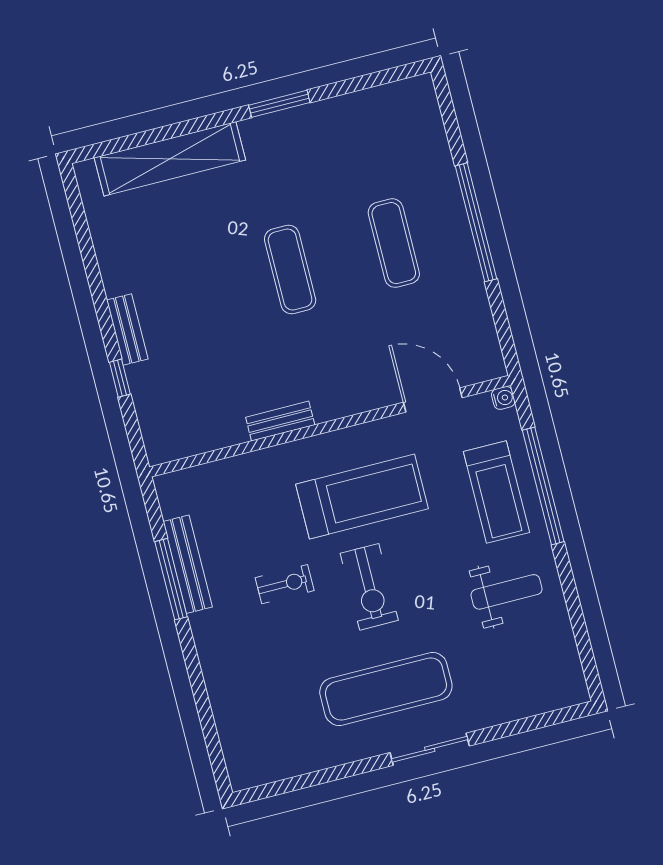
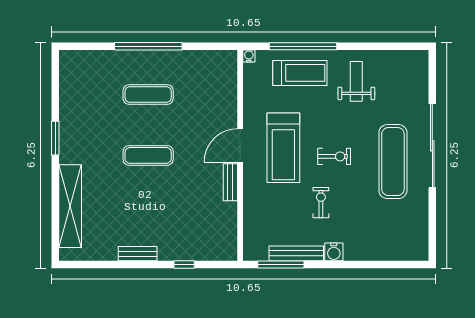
bench: (127, 330) -> (138, 254), moved
door: (433, 400) -> (240, 146), moved
treadmill: (362, 496) -> (283, 148), turned 180
window: (171, 579) -> (281, 265), moved
exercise bike: (369, 587) -> (334, 156), width x0.73, depth x0.72
water cooler: (206, 628) -> (334, 252), added
sliding door: (430, 749) -> (432, 146), width x1.86

